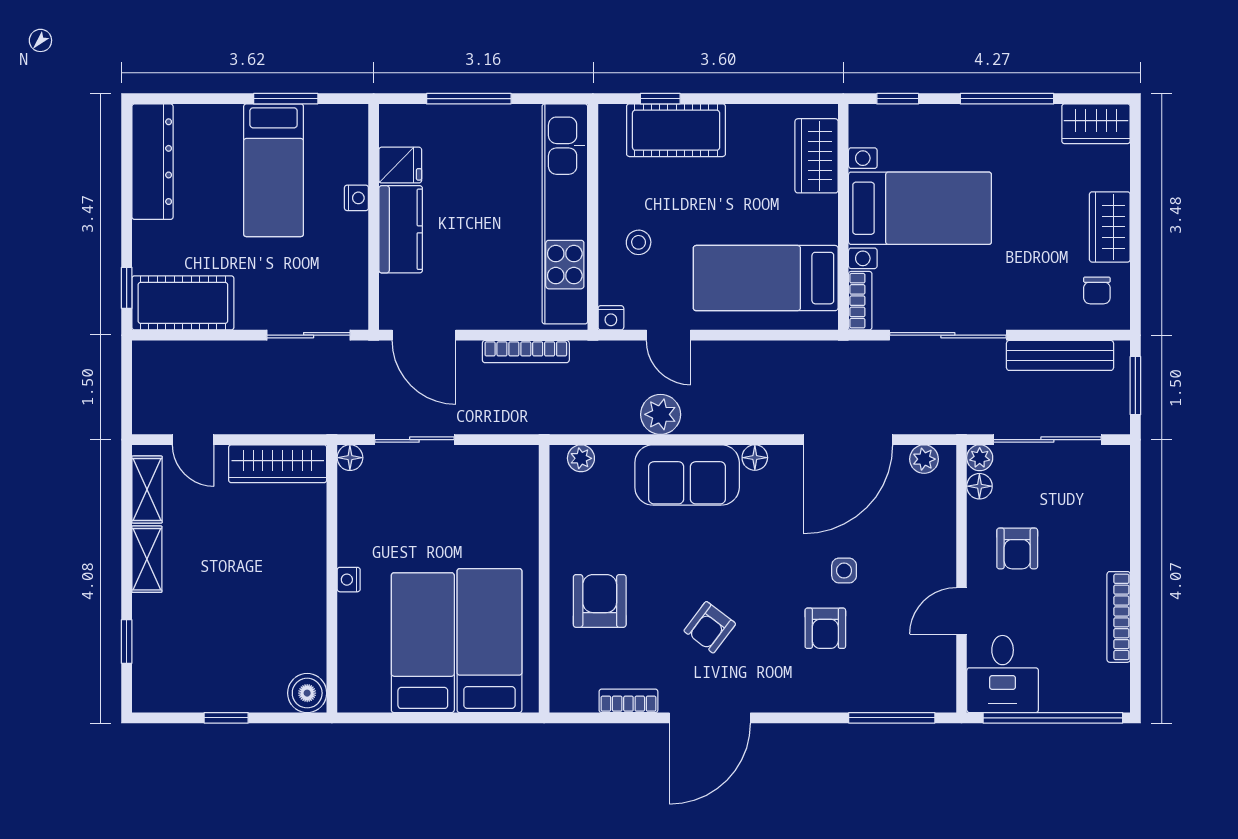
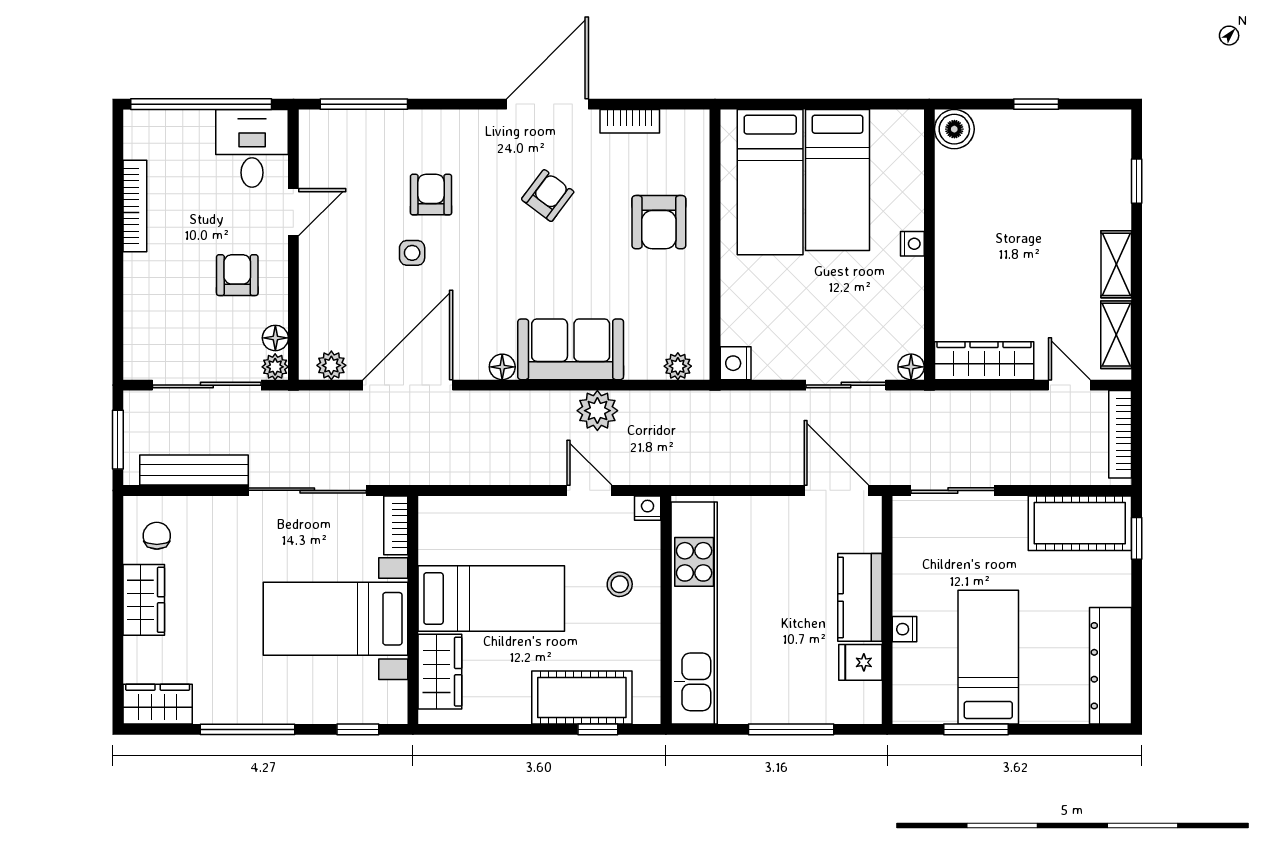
bed: (766, 278) -> (491, 598), moved
bookcase: (526, 352) -> (1120, 434), moved, turned -90
nightstand: (524, 461) -> (736, 363), added

